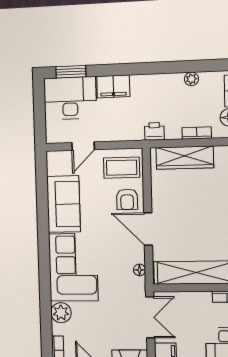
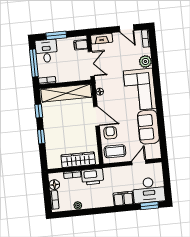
printer: (154, 131) -> (92, 177), width x1.87, depth x1.48
double door: (150, 317) -> (91, 64), swing flipped

